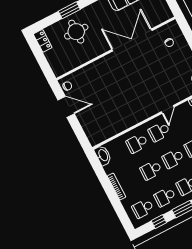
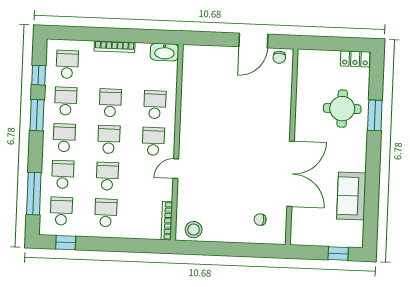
door: (168, 109) -> (176, 169), hinge flipped

